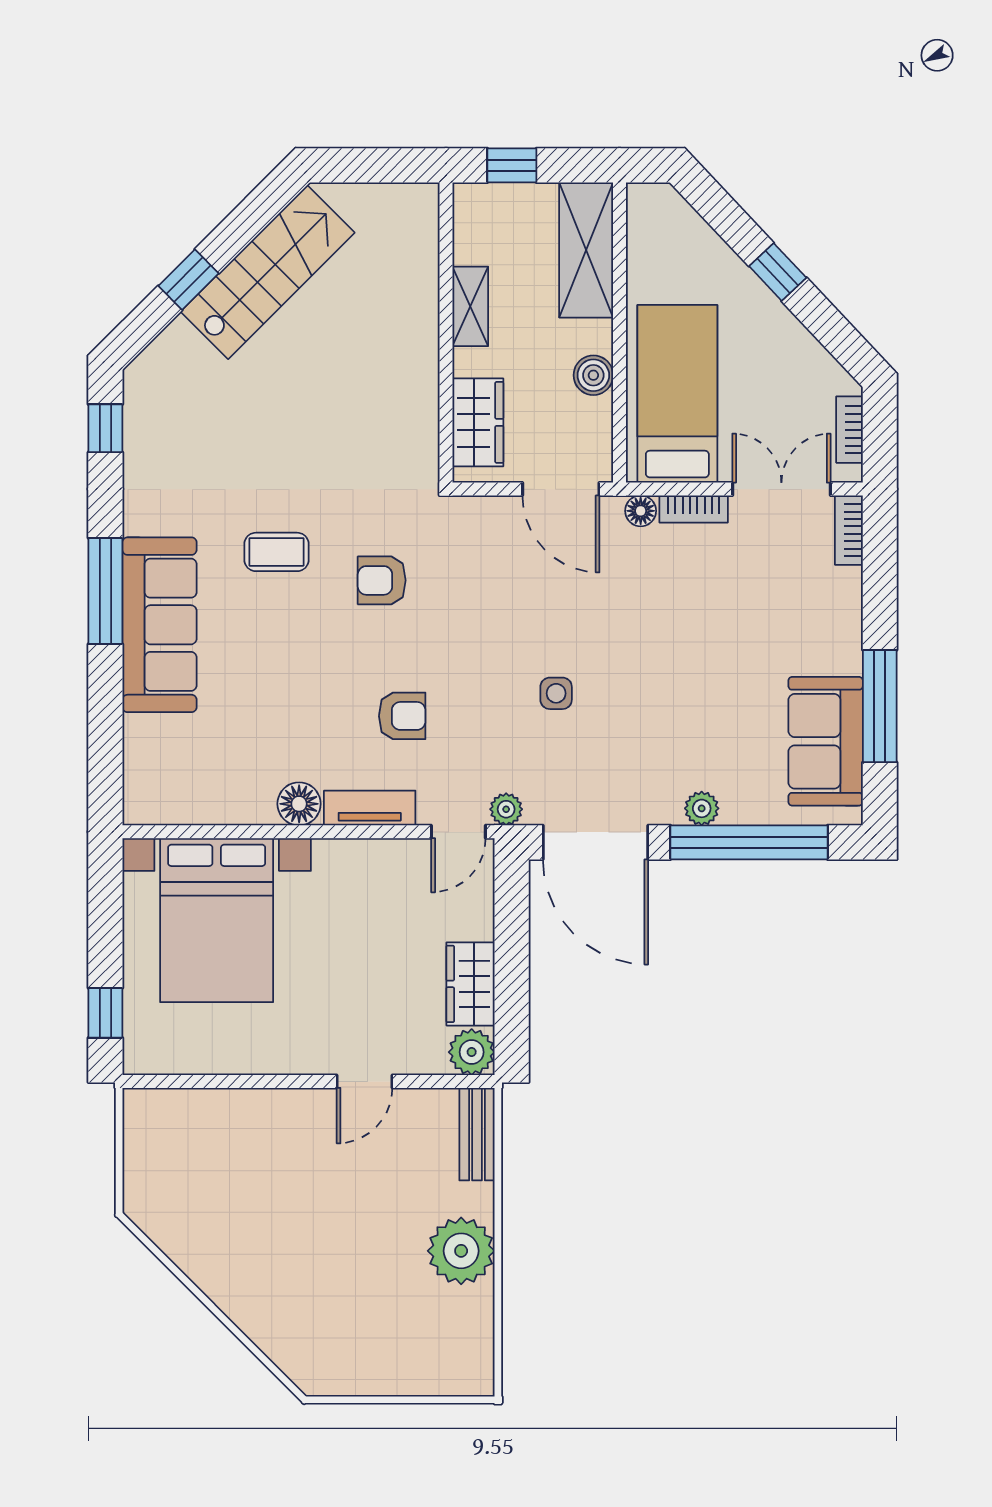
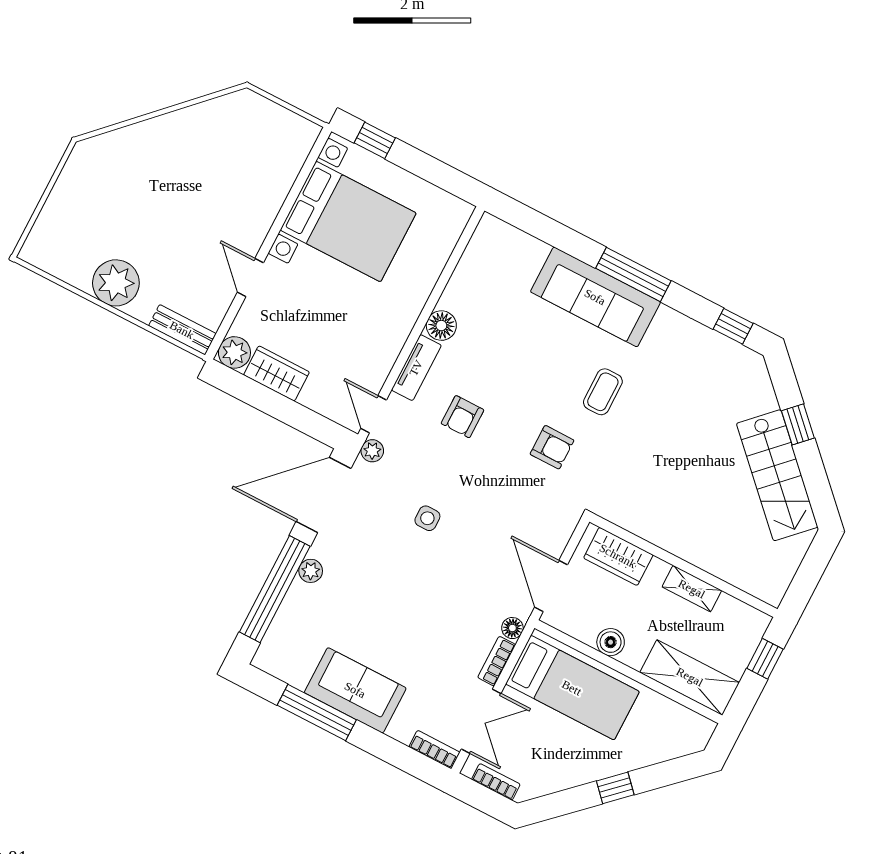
door: (561, 489) -> (551, 586), hinge flipped
armchair: (382, 580) -> (552, 447), turned 90
sofa: (826, 741) -> (355, 690), moved
bed with nightstands: (217, 920) -> (348, 222), moved, turned 180

